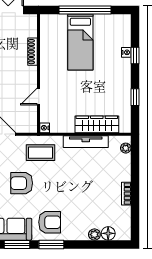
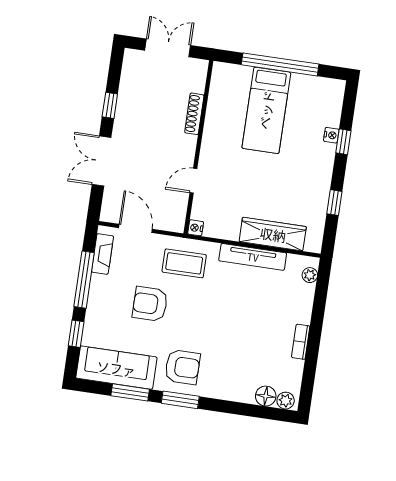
plant: (94, 235) -> (286, 401), moved

